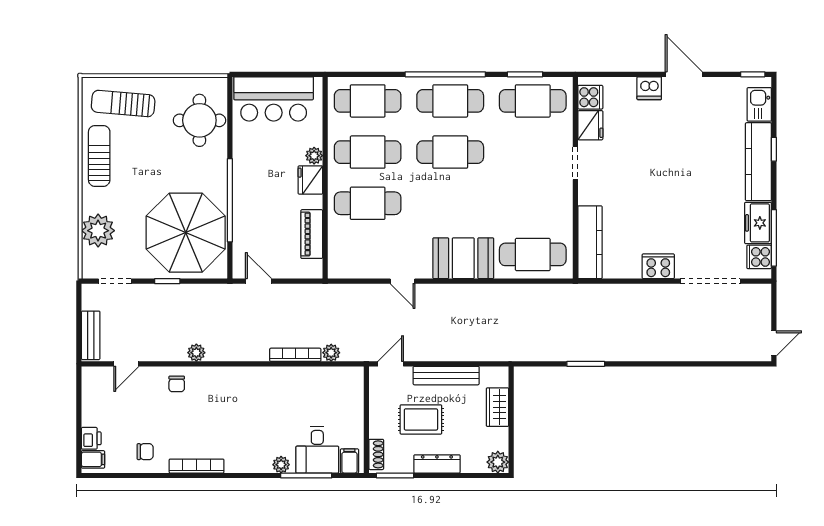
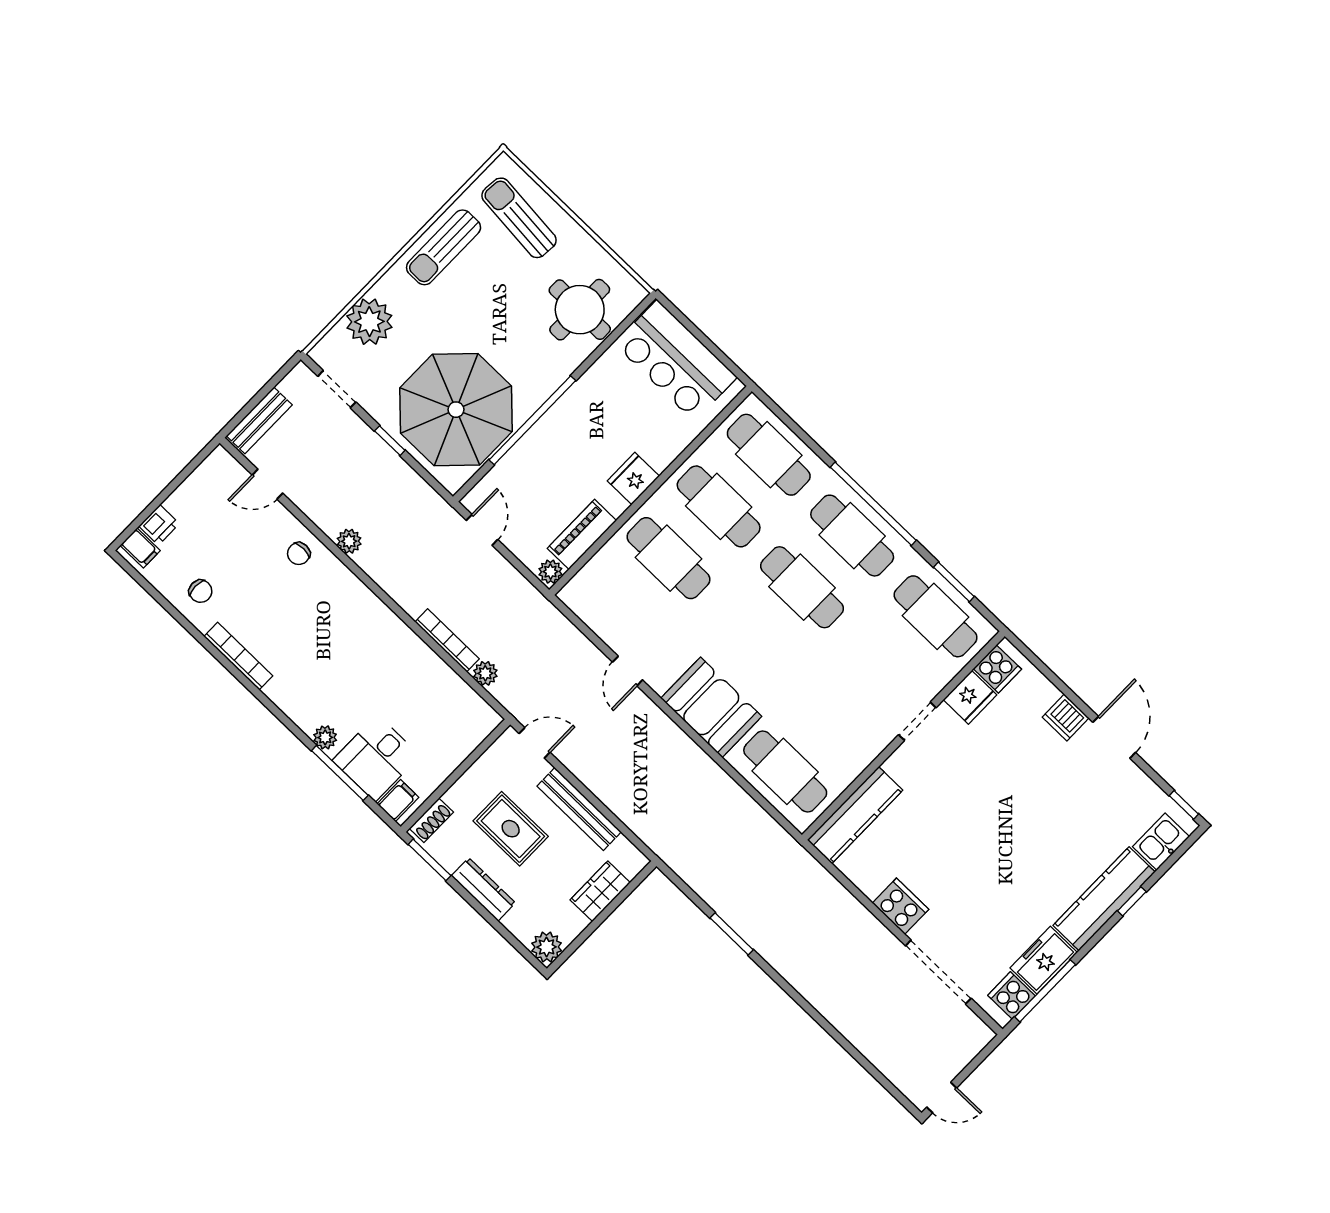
sun lounger: (99, 156) -> (444, 247), turned 180
plant: (314, 156) -> (550, 572), moved

